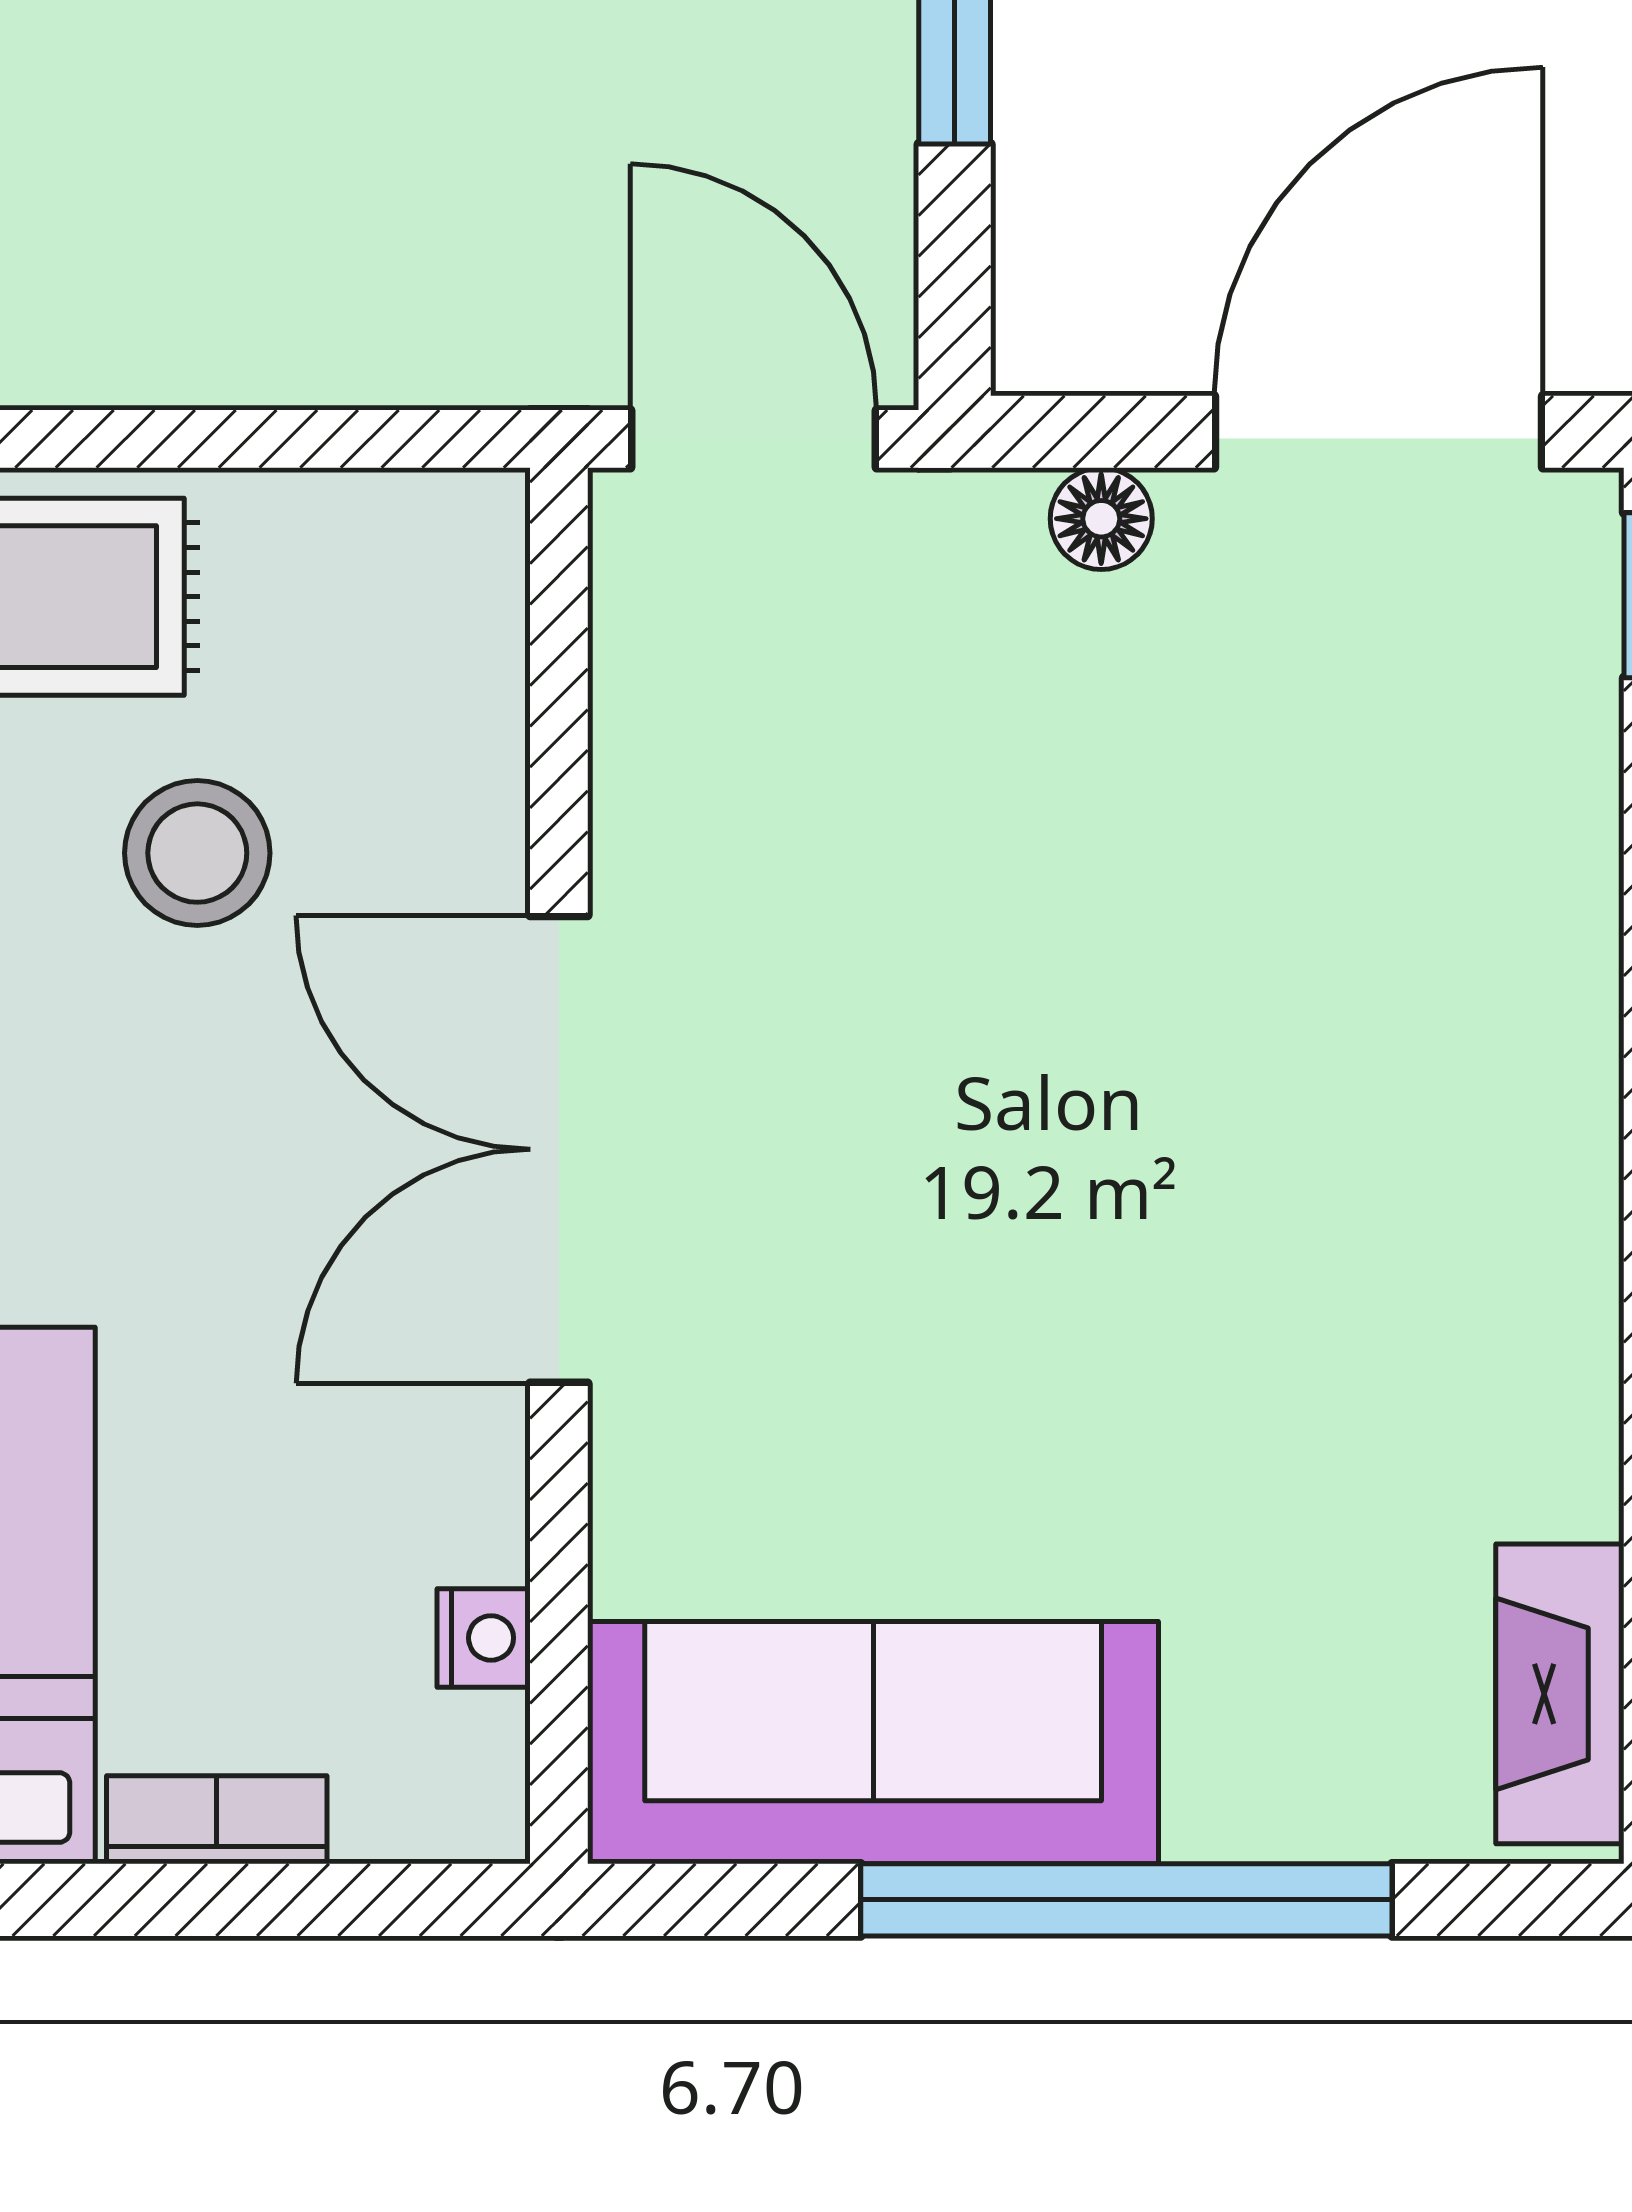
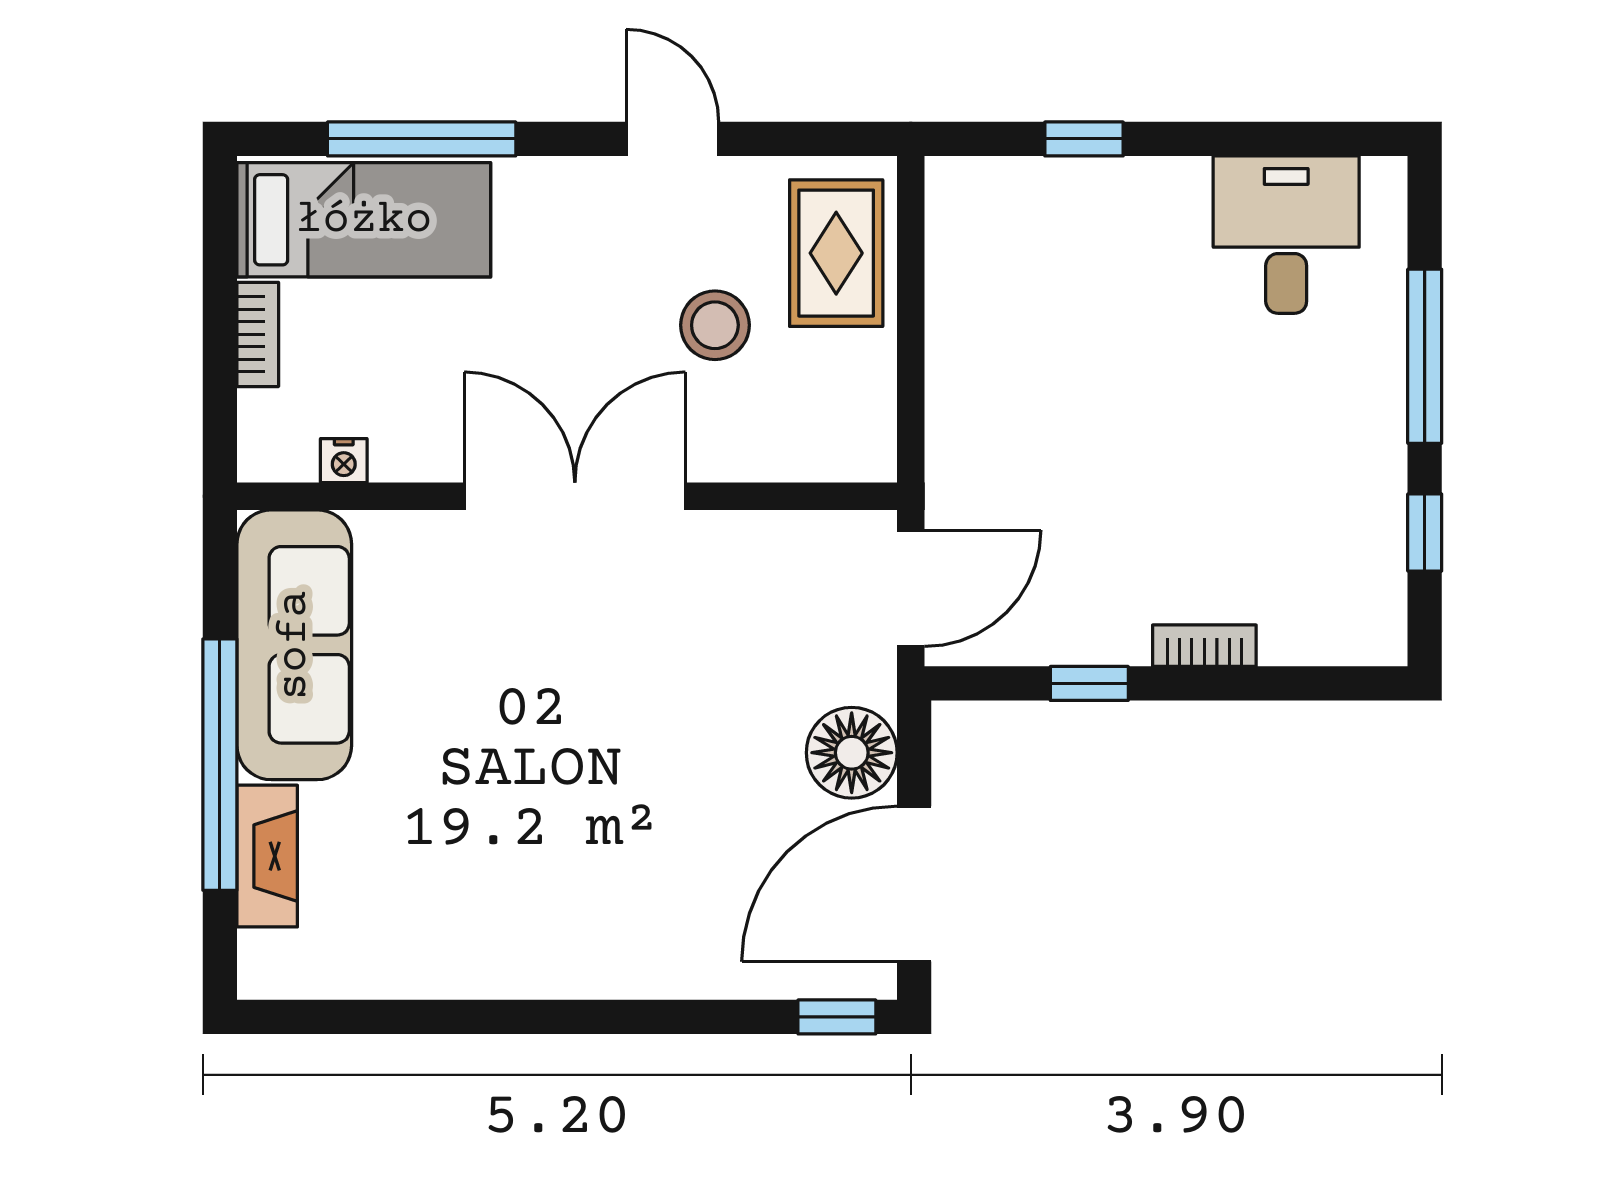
door: (1378, 432) -> (914, 884), swing flipped
floor lamp: (1101, 519) -> (852, 753), width x1.89, depth x1.89
fireplace: (1560, 1694) -> (267, 856), moved, turned 90

